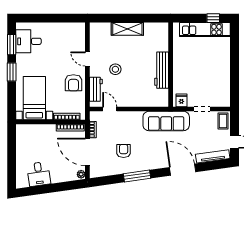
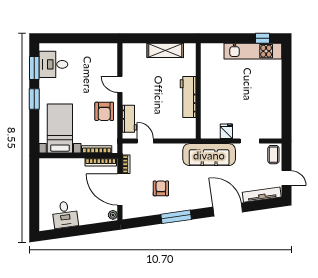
wall: (171, 65) -> (198, 91), moved
stool: (115, 69) -> (152, 96), removed
workbench: (162, 70) -> (188, 97), moved

